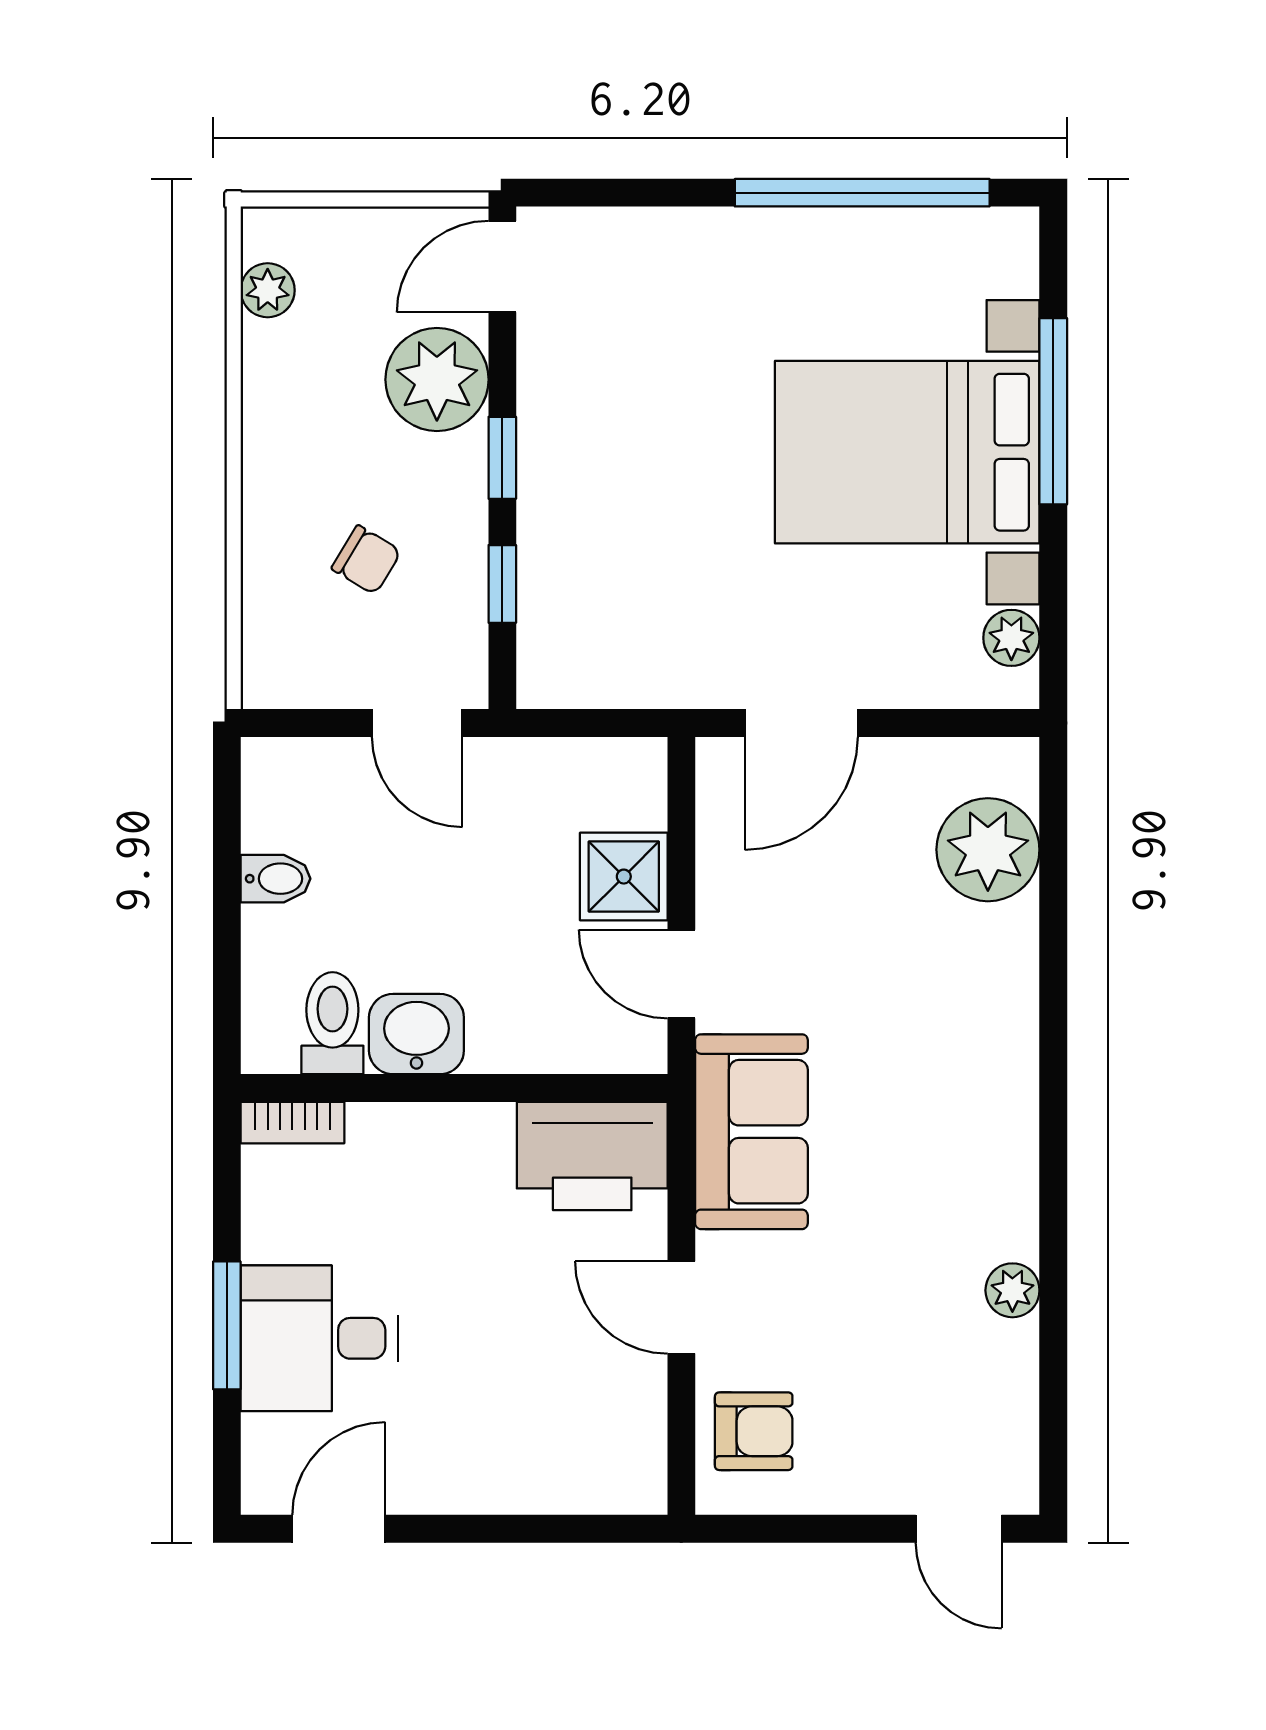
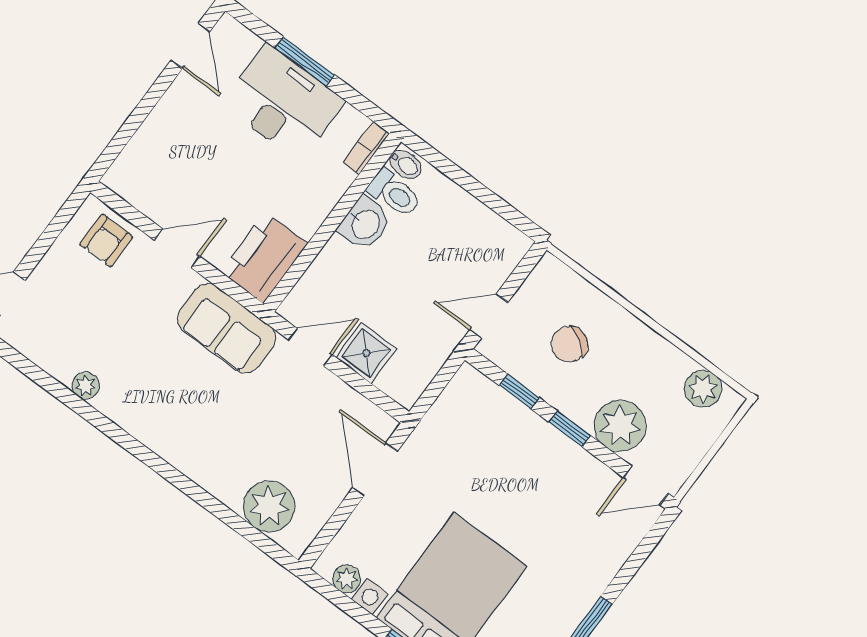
door: (502, 267) -> (646, 485), swing flipped
plant: (268, 290) -> (703, 389), width x1.38, depth x1.38
chair: (366, 560) -> (569, 344), width x1.37, depth x1.37
bidet: (276, 879) -> (406, 164), moved, turned -90
desk: (319, 1338) -> (283, 103), width x1.37

